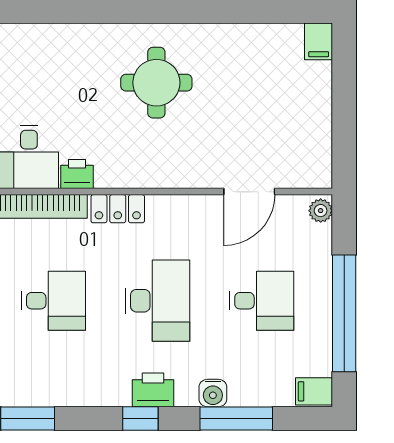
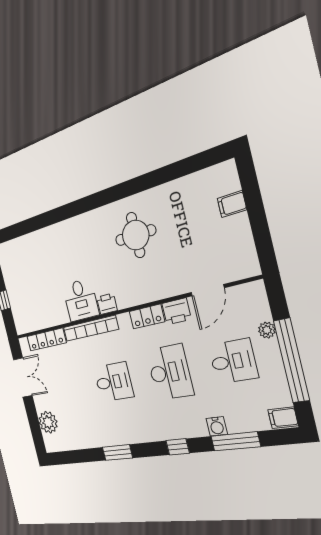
filing cabinet: (319, 41) -> (232, 204), moved, turned 90
locker: (118, 209) -> (147, 317), moved
plant: (321, 211) -> (267, 330), moved
printer: (153, 390) -> (176, 311), moved, turned 180

